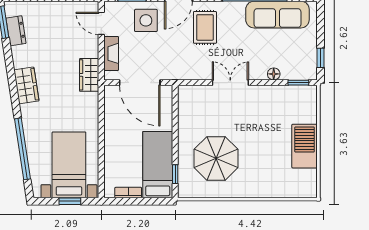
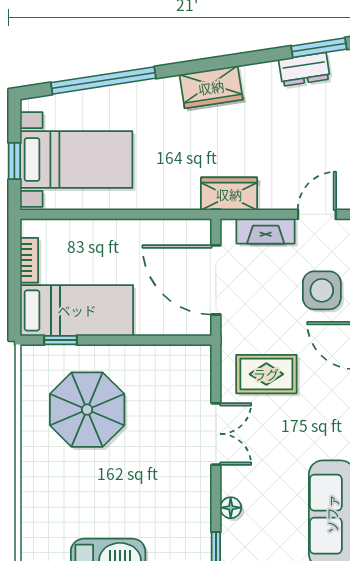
rug: (205, 27) -> (266, 374), moved
door: (140, 83) -> (216, 280), hinge flipped

